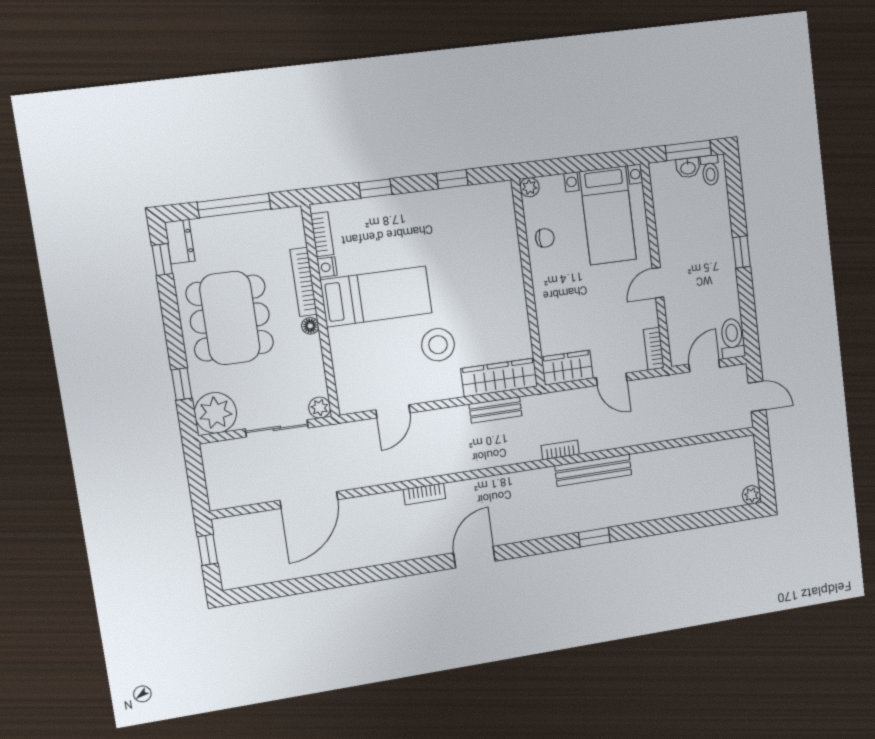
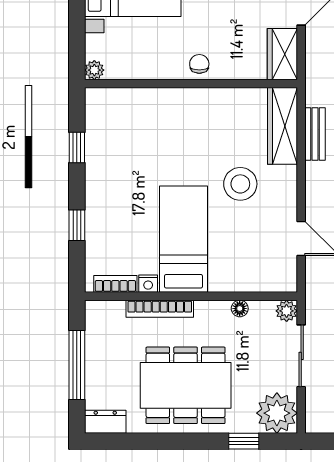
chair: (545, 238) -> (199, 64), moved
window: (162, 259) -> (120, 441), removed
floor lamp: (310, 326) -> (240, 309), moved

